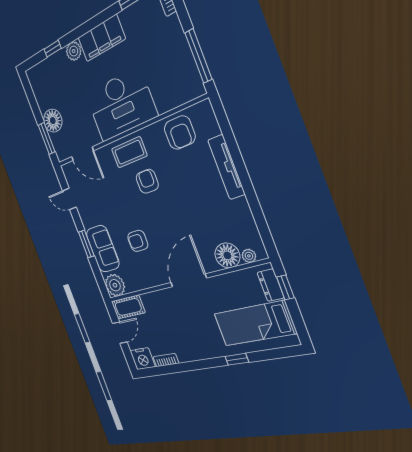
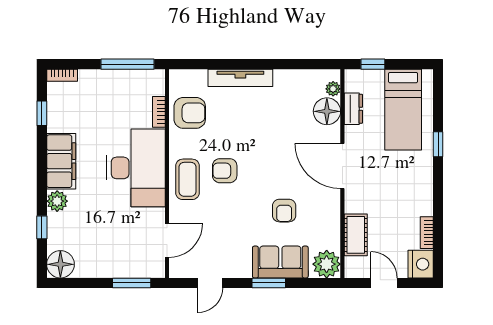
bookcase: (170, 104) -> (159, 112), added
floor lamp: (53, 121) -> (60, 264), moved
dresser: (271, 285) -> (353, 109), moved, turned -90
cot: (128, 307) -> (356, 235), moved

